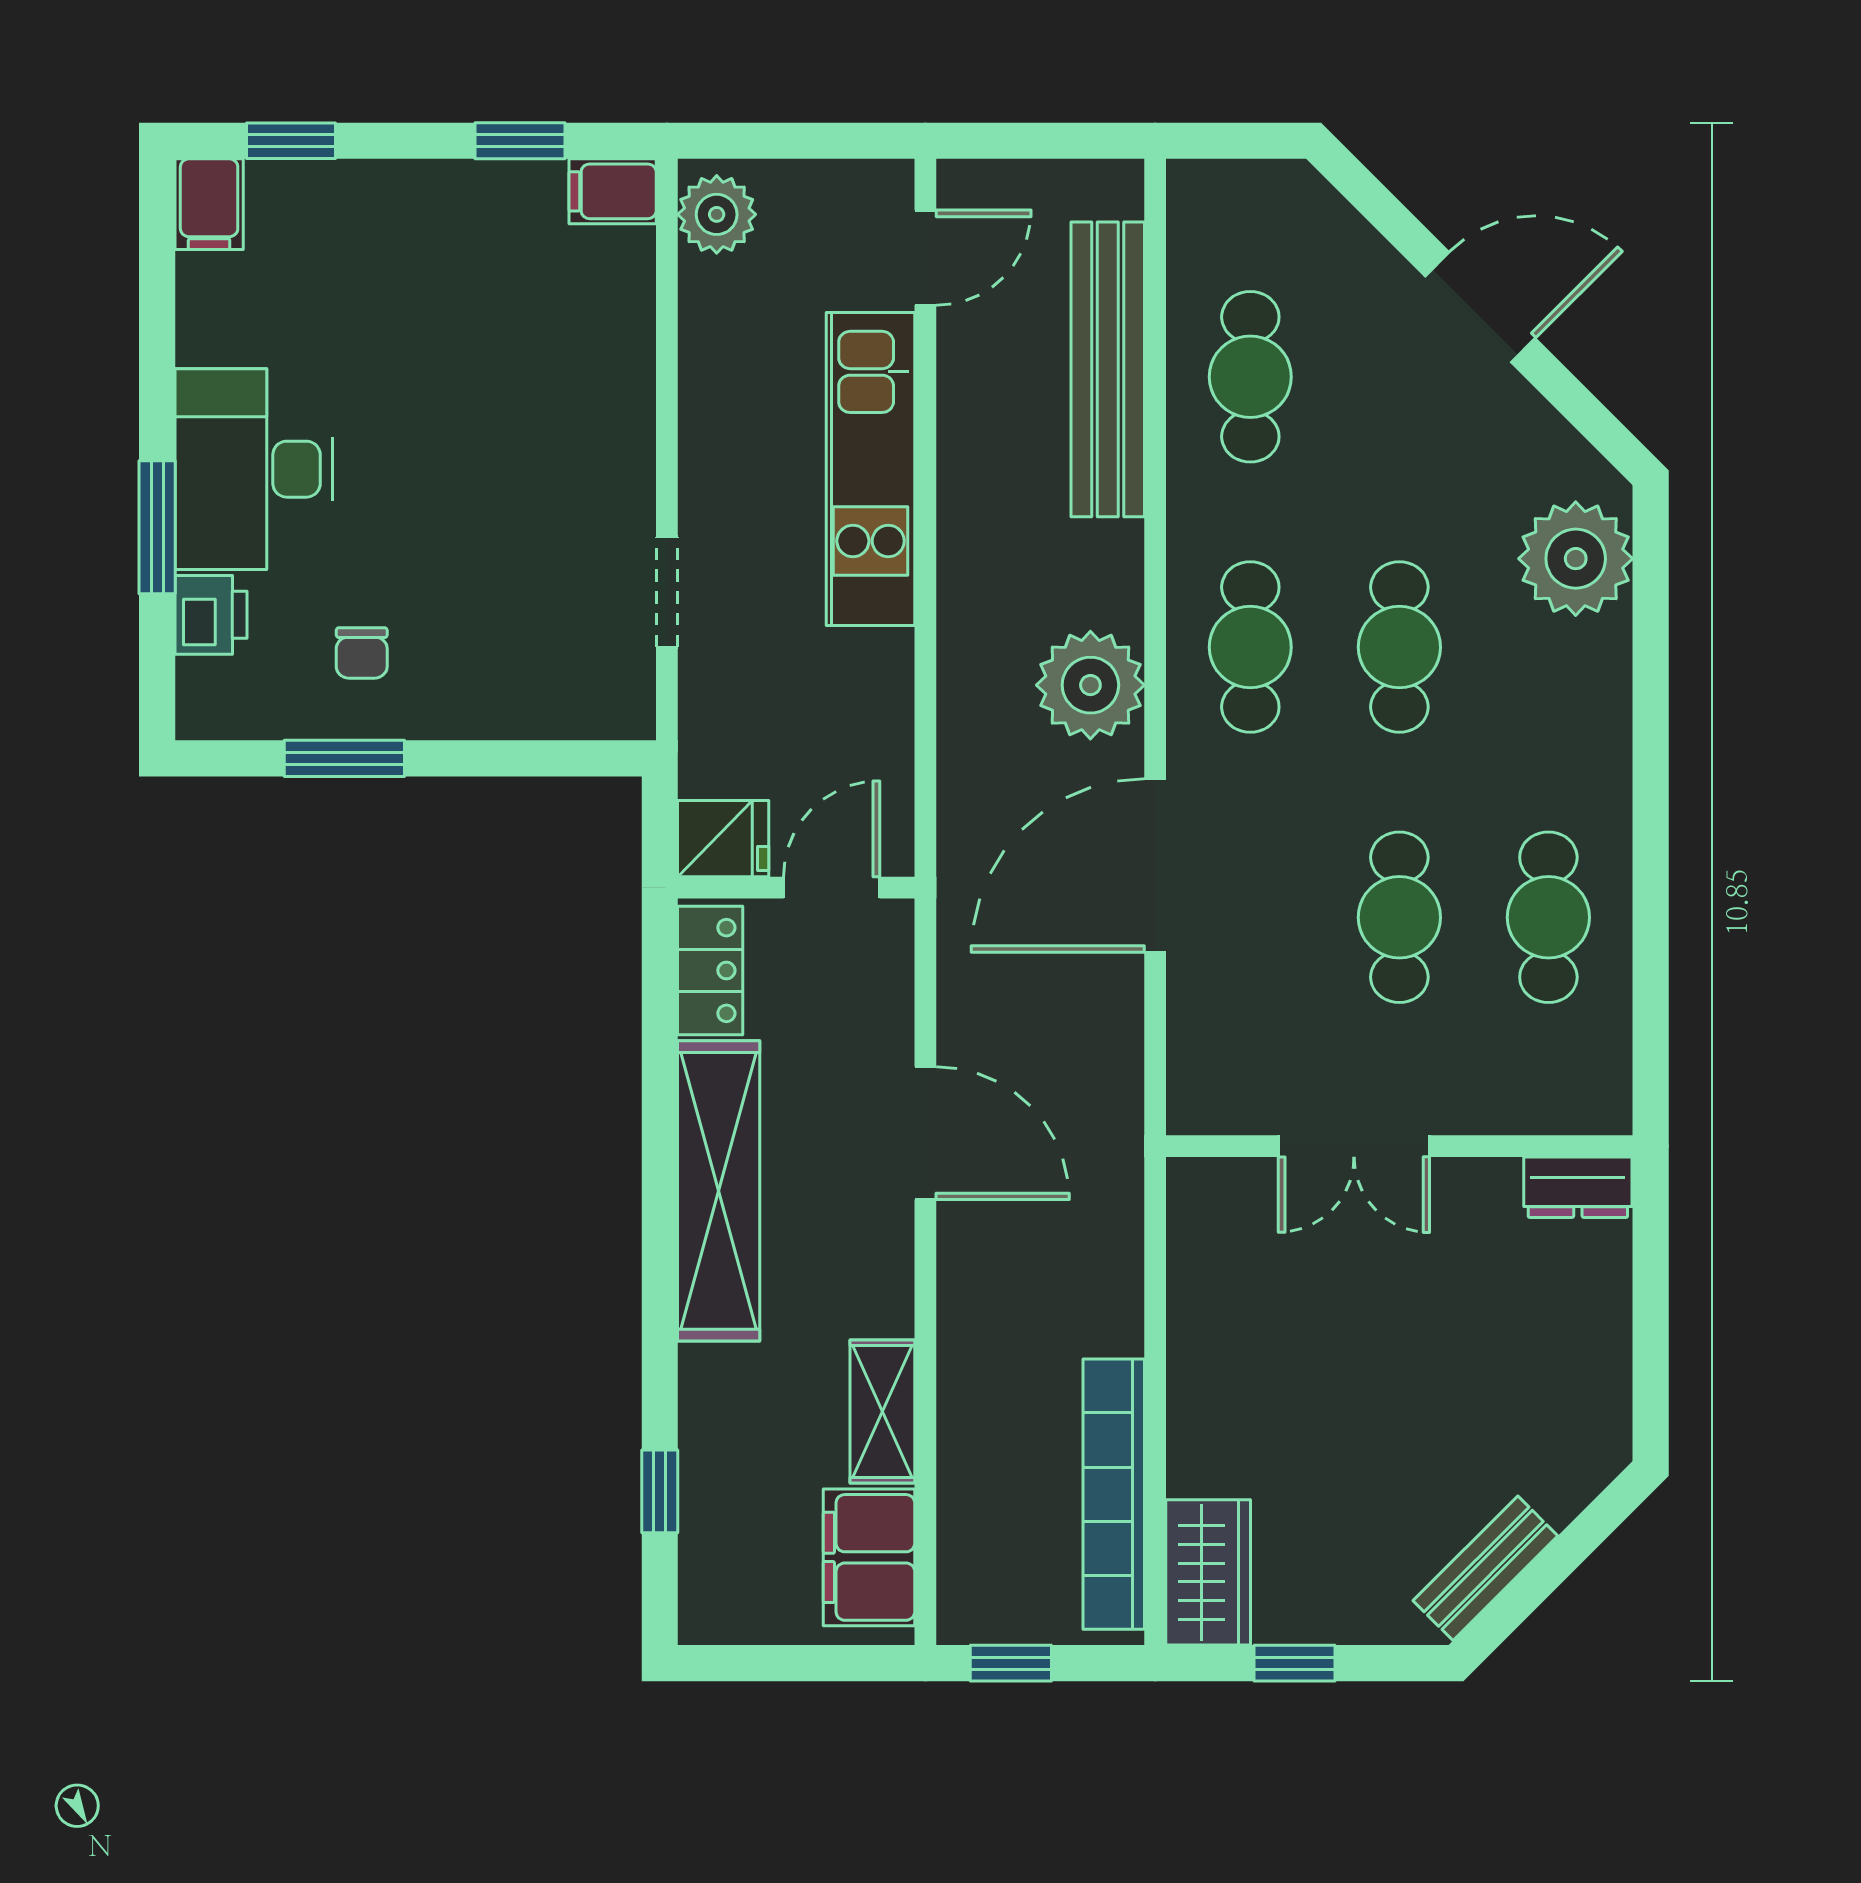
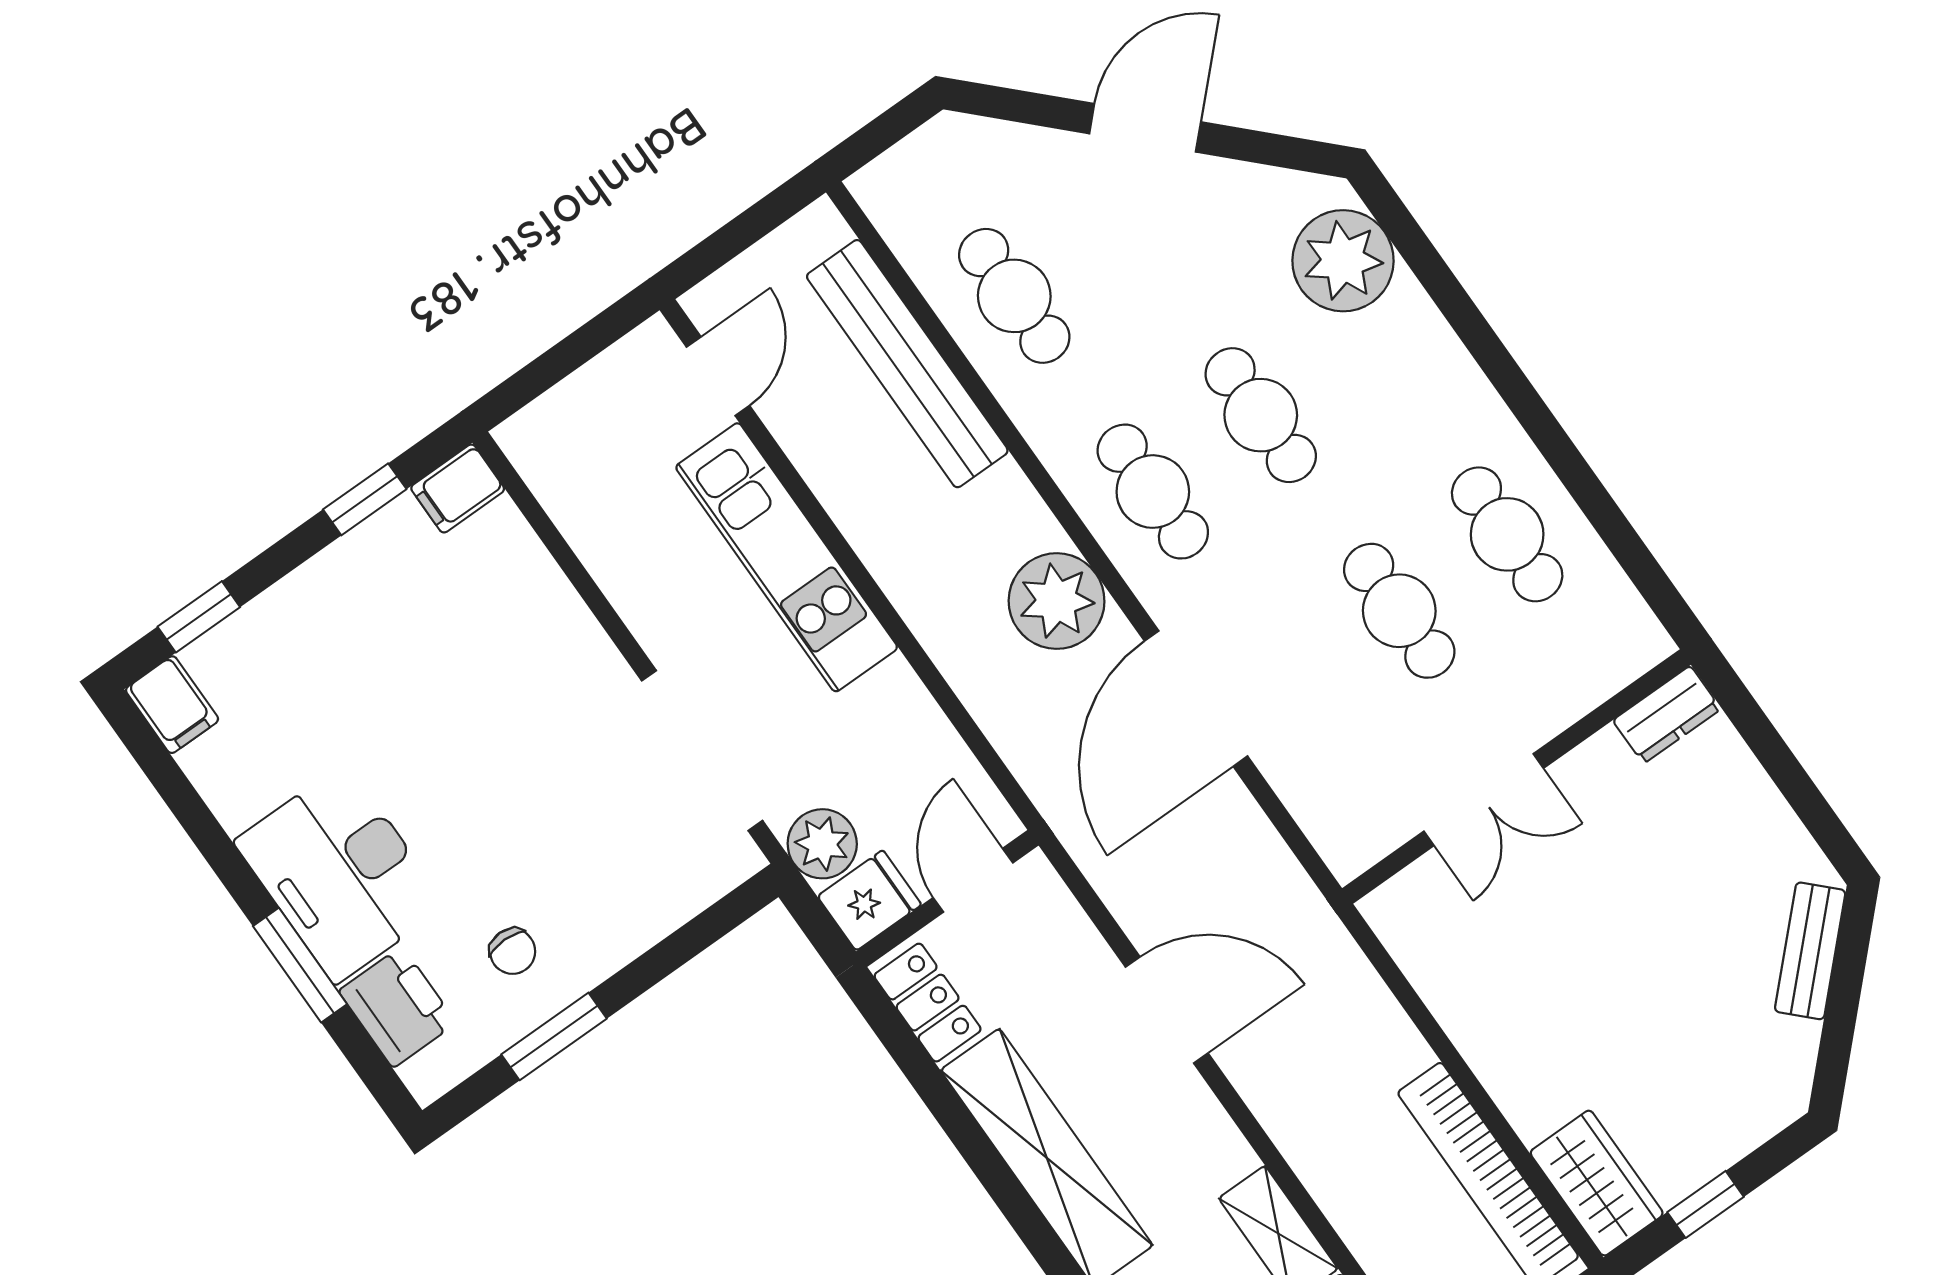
plant: (717, 214) -> (822, 844), moved
doorway: (667, 592) -> (702, 751), width x1.88
printer: (211, 615) -> (397, 1007), width x1.36, depth x1.24
bench: (1485, 1568) -> (1810, 951), moved

